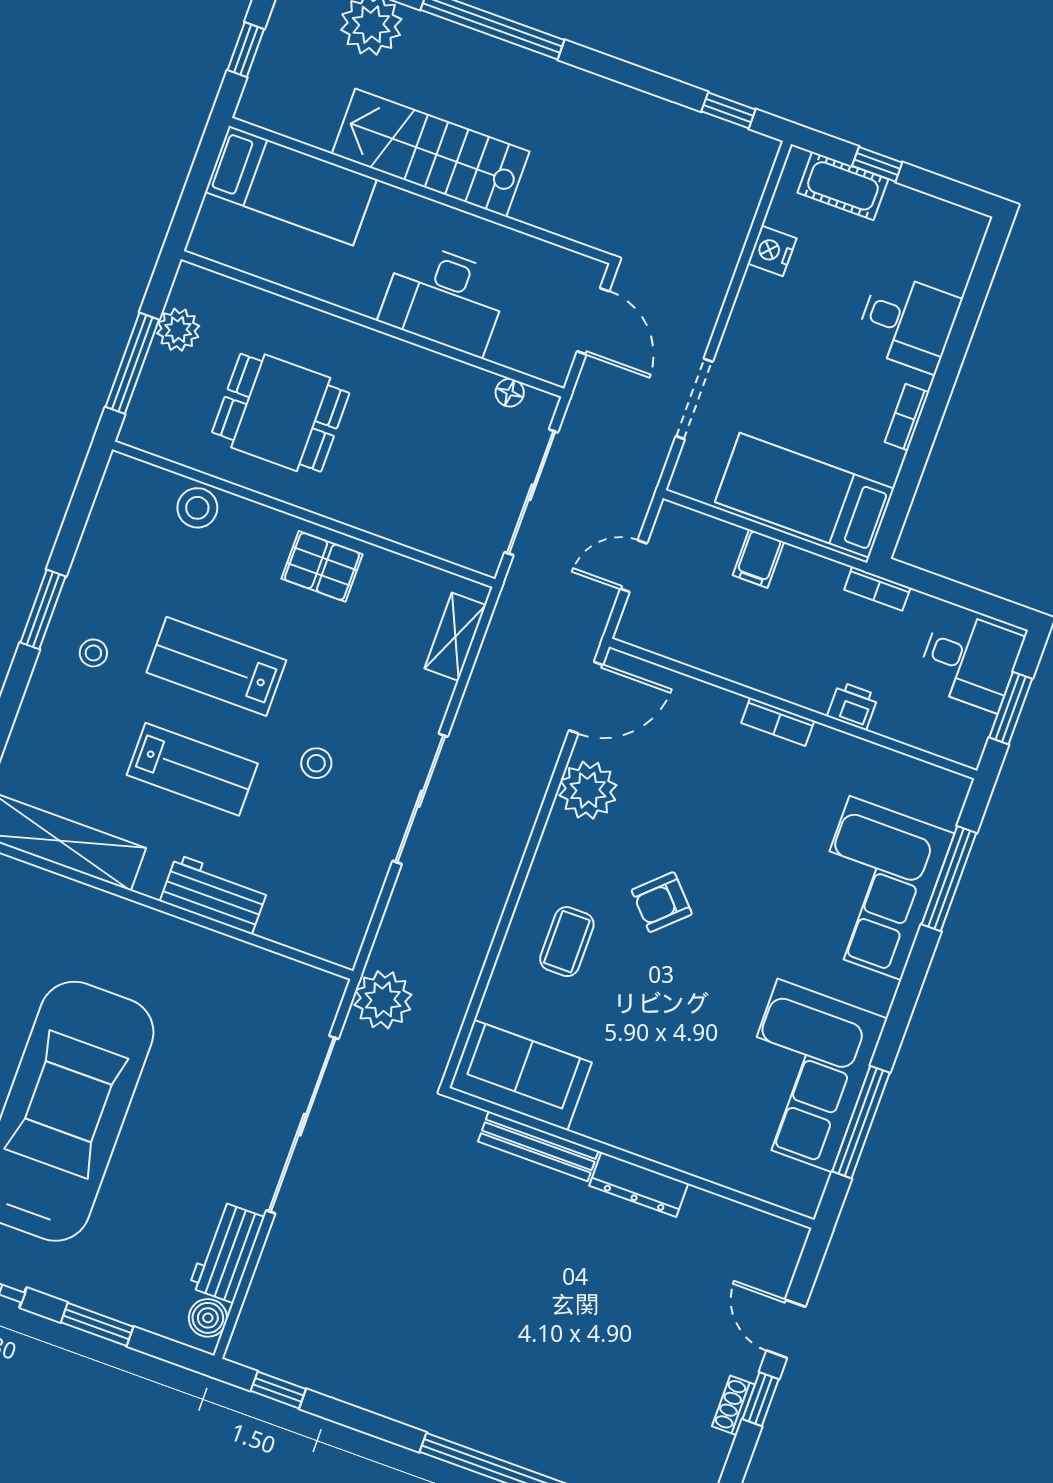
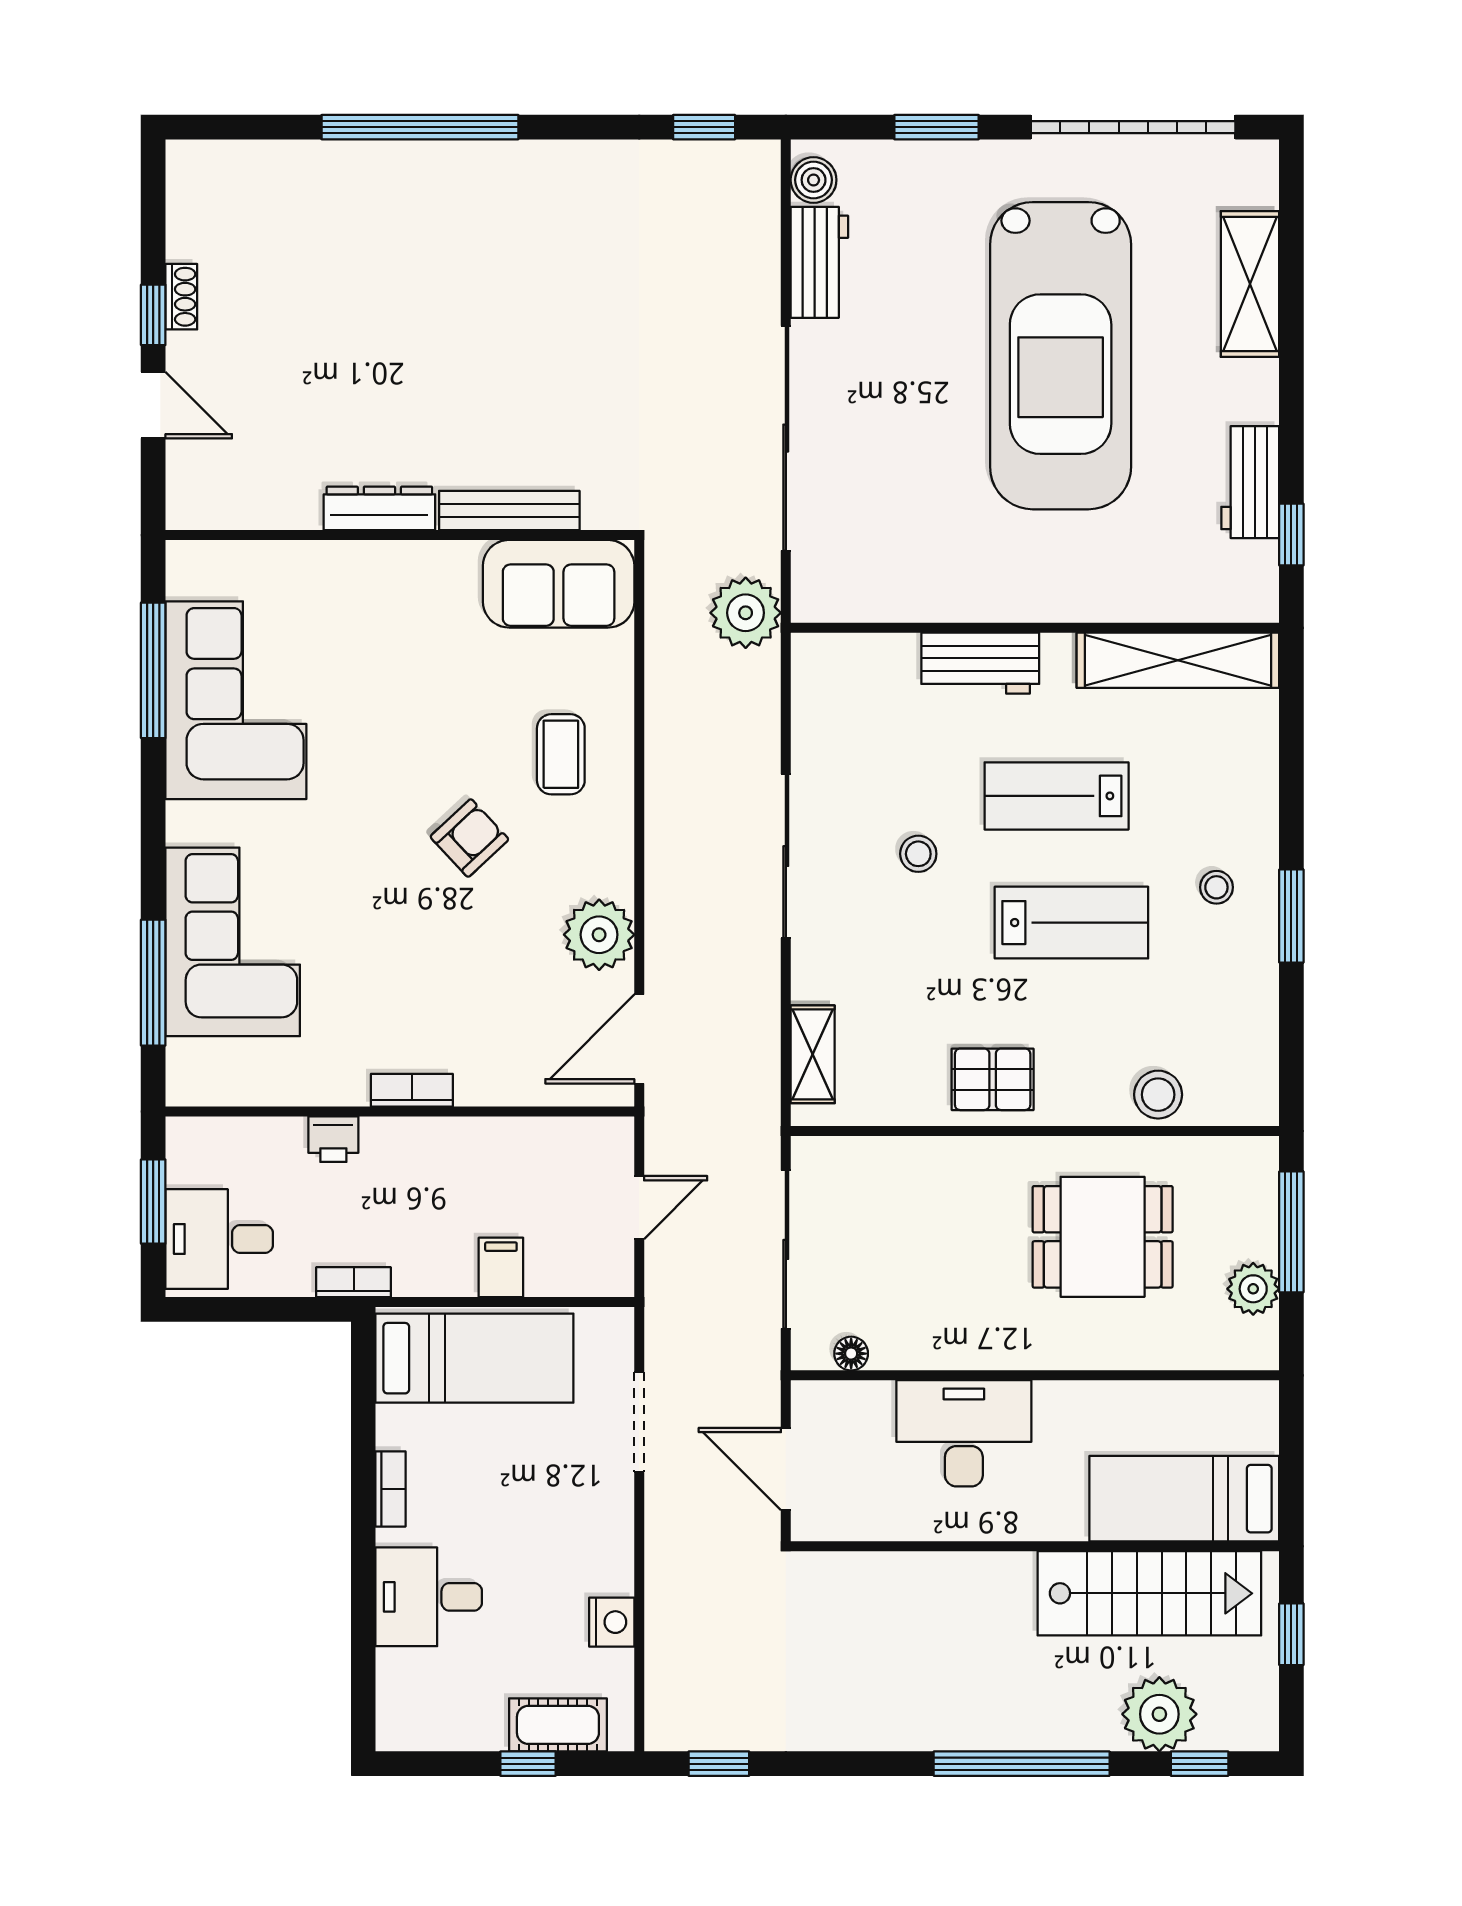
stairs: (431, 153) -> (1149, 1593), moved

